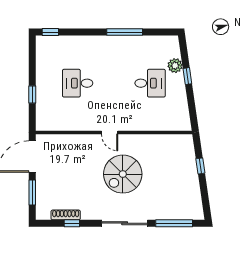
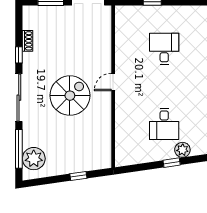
spiral stairs: (123, 174) -> (70, 96), turned 90
plant: (183, 209) -> (34, 159), added
shoe rack: (66, 215) -> (28, 41), width x0.70
window: (72, 223) -> (19, 55), moved

